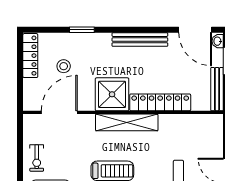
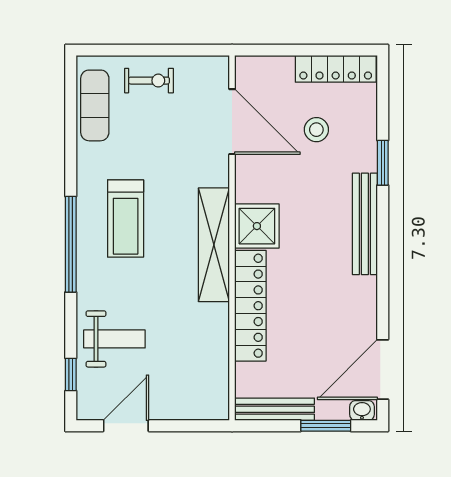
bench: (140, 40) -> (365, 224), moved
shower: (112, 94) -> (257, 226), width x0.73, depth x0.73
exercise bike: (37, 158) -> (149, 81), turned 180

